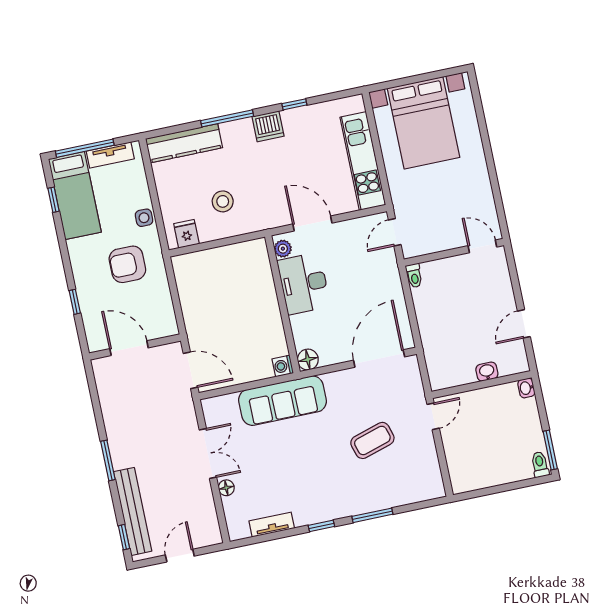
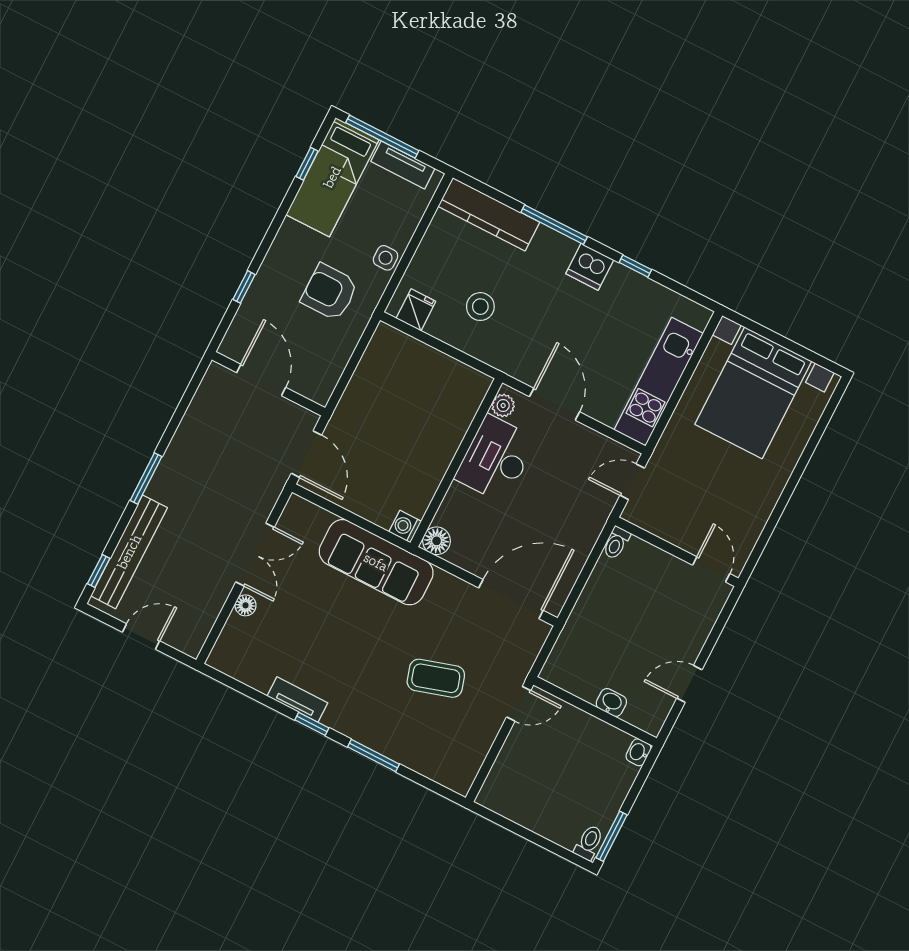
tv unit: (272, 525) -> (297, 700), moved

